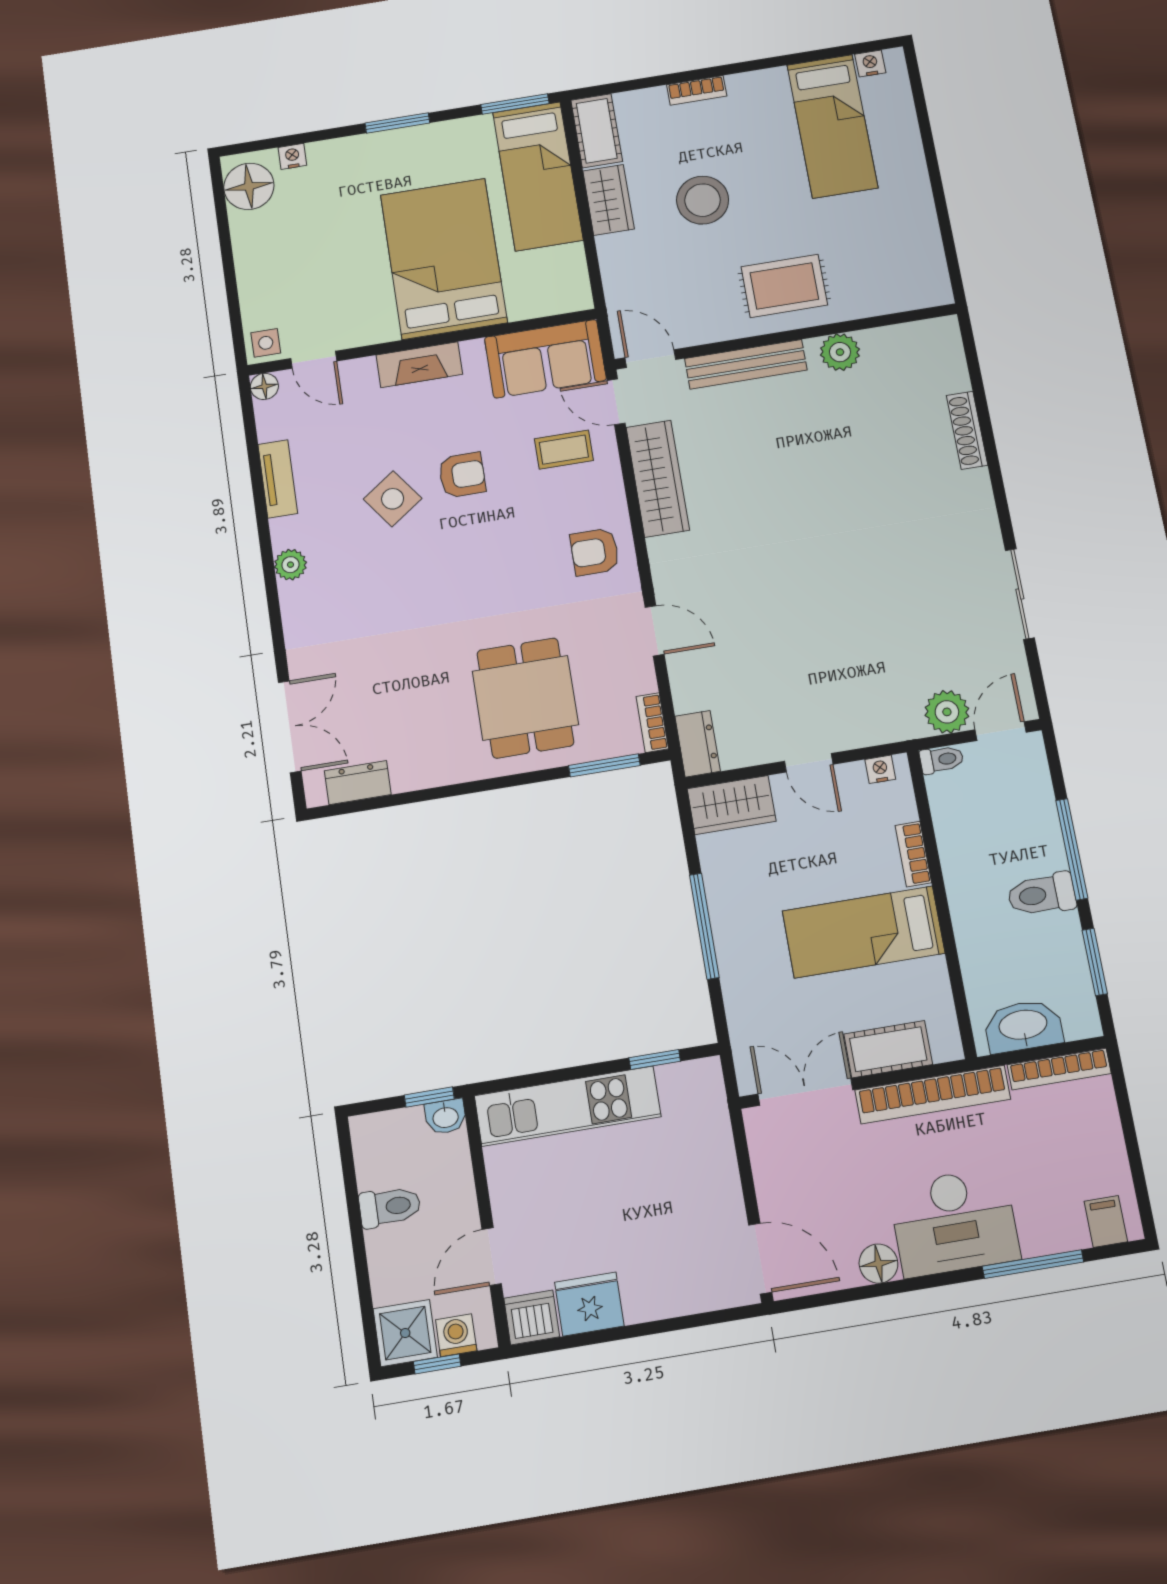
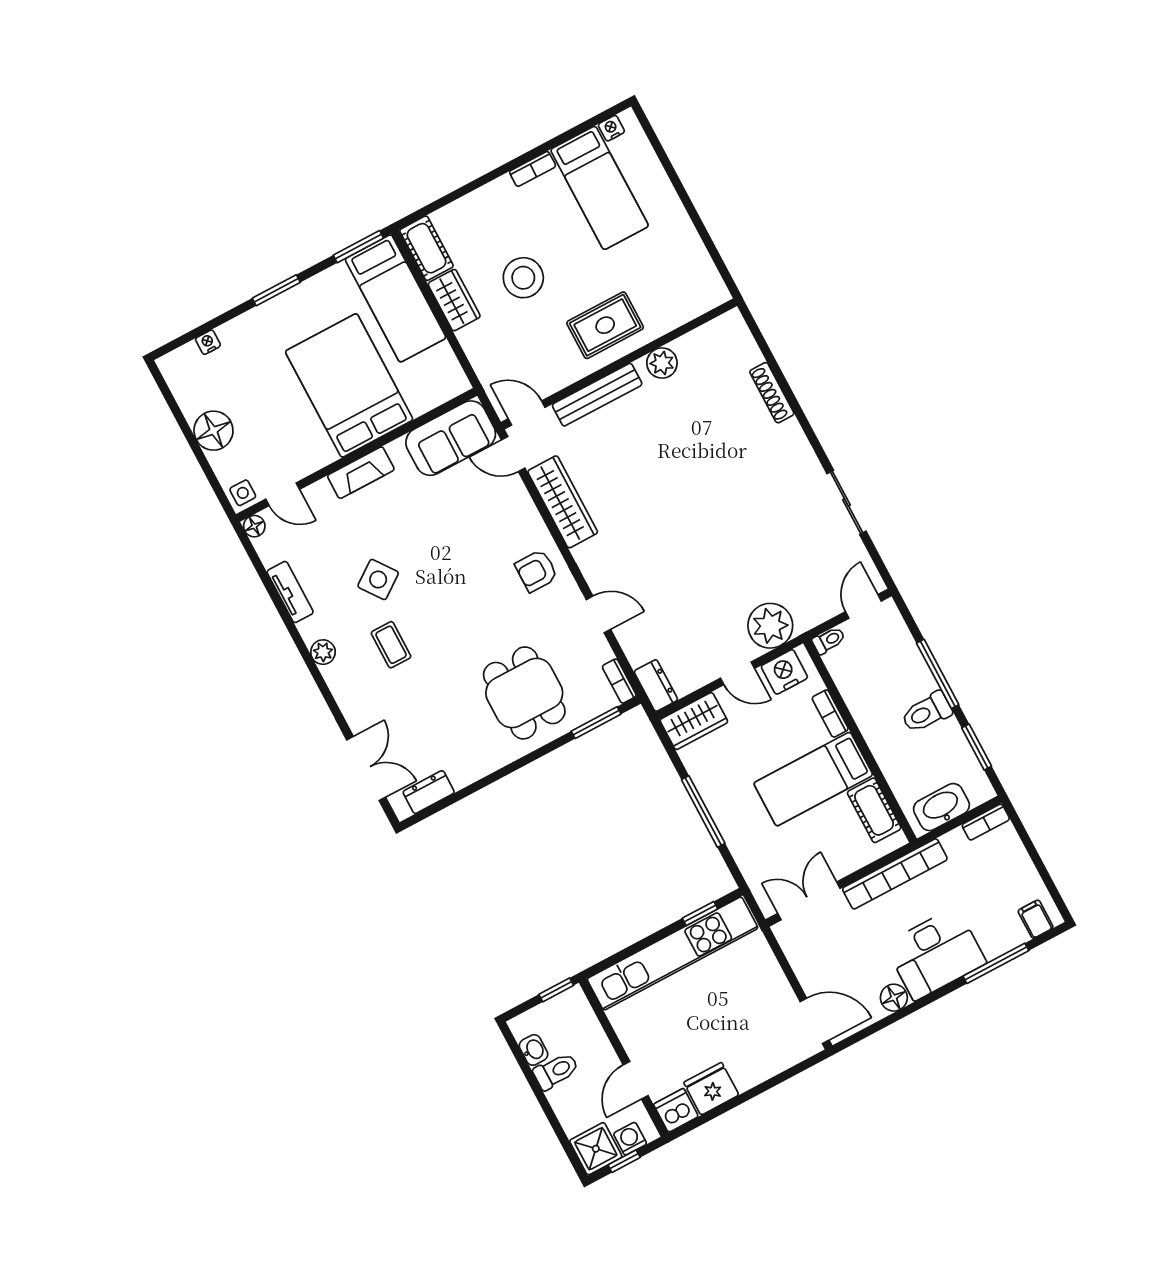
bookcase: (697, 90) -> (533, 169), moved
floor lamp: (249, 186) -> (213, 431), moved
coffee table: (564, 450) -> (391, 645), moved, turned 90
armchair: (462, 475) -> (422, 545), removed
plant: (947, 712) -> (770, 626), moved, width x1.36, depth x1.36
nightstand: (880, 769) -> (784, 672), width x1.89, depth x1.79
cot: (888, 1049) -> (874, 810), moved, turned 90
bookcase: (1059, 1069) -> (986, 822), width x0.64
kitchen unit: (568, 1106) -> (673, 953), width x1.36
washbasin: (445, 1117) -> (534, 1050), moved, turned -90

